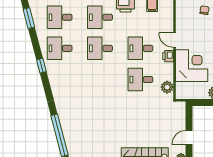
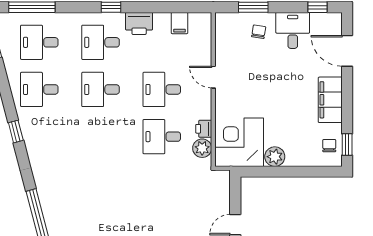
printer: (168, 56) -> (204, 129), moved
window: (41, 66) -> (16, 132), moved
corner desk: (192, 66) -> (239, 142), moved, turned -90

